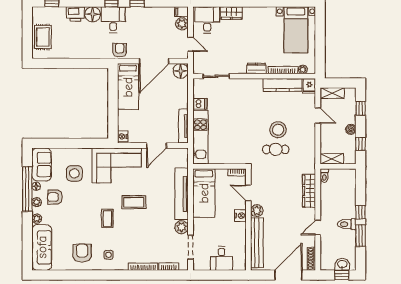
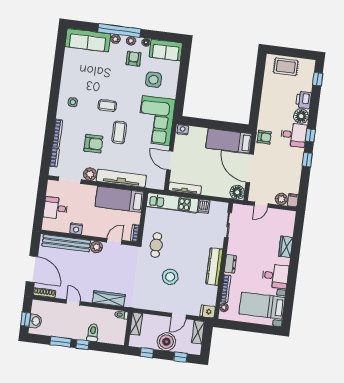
desk: (207, 20) -> (275, 276), moved
kitchen counter: (283, 85) -> (214, 267), moved
boiler: (351, 129) -> (166, 342), width x1.86, depth x1.86
cafe table: (276, 149) -> (156, 245), moved
window: (27, 189) -> (119, 30), moved
nightstand: (240, 216) -> (76, 229), moved
toilet: (347, 224) -> (93, 333), moved
armchair: (82, 253) -> (93, 144), moved

